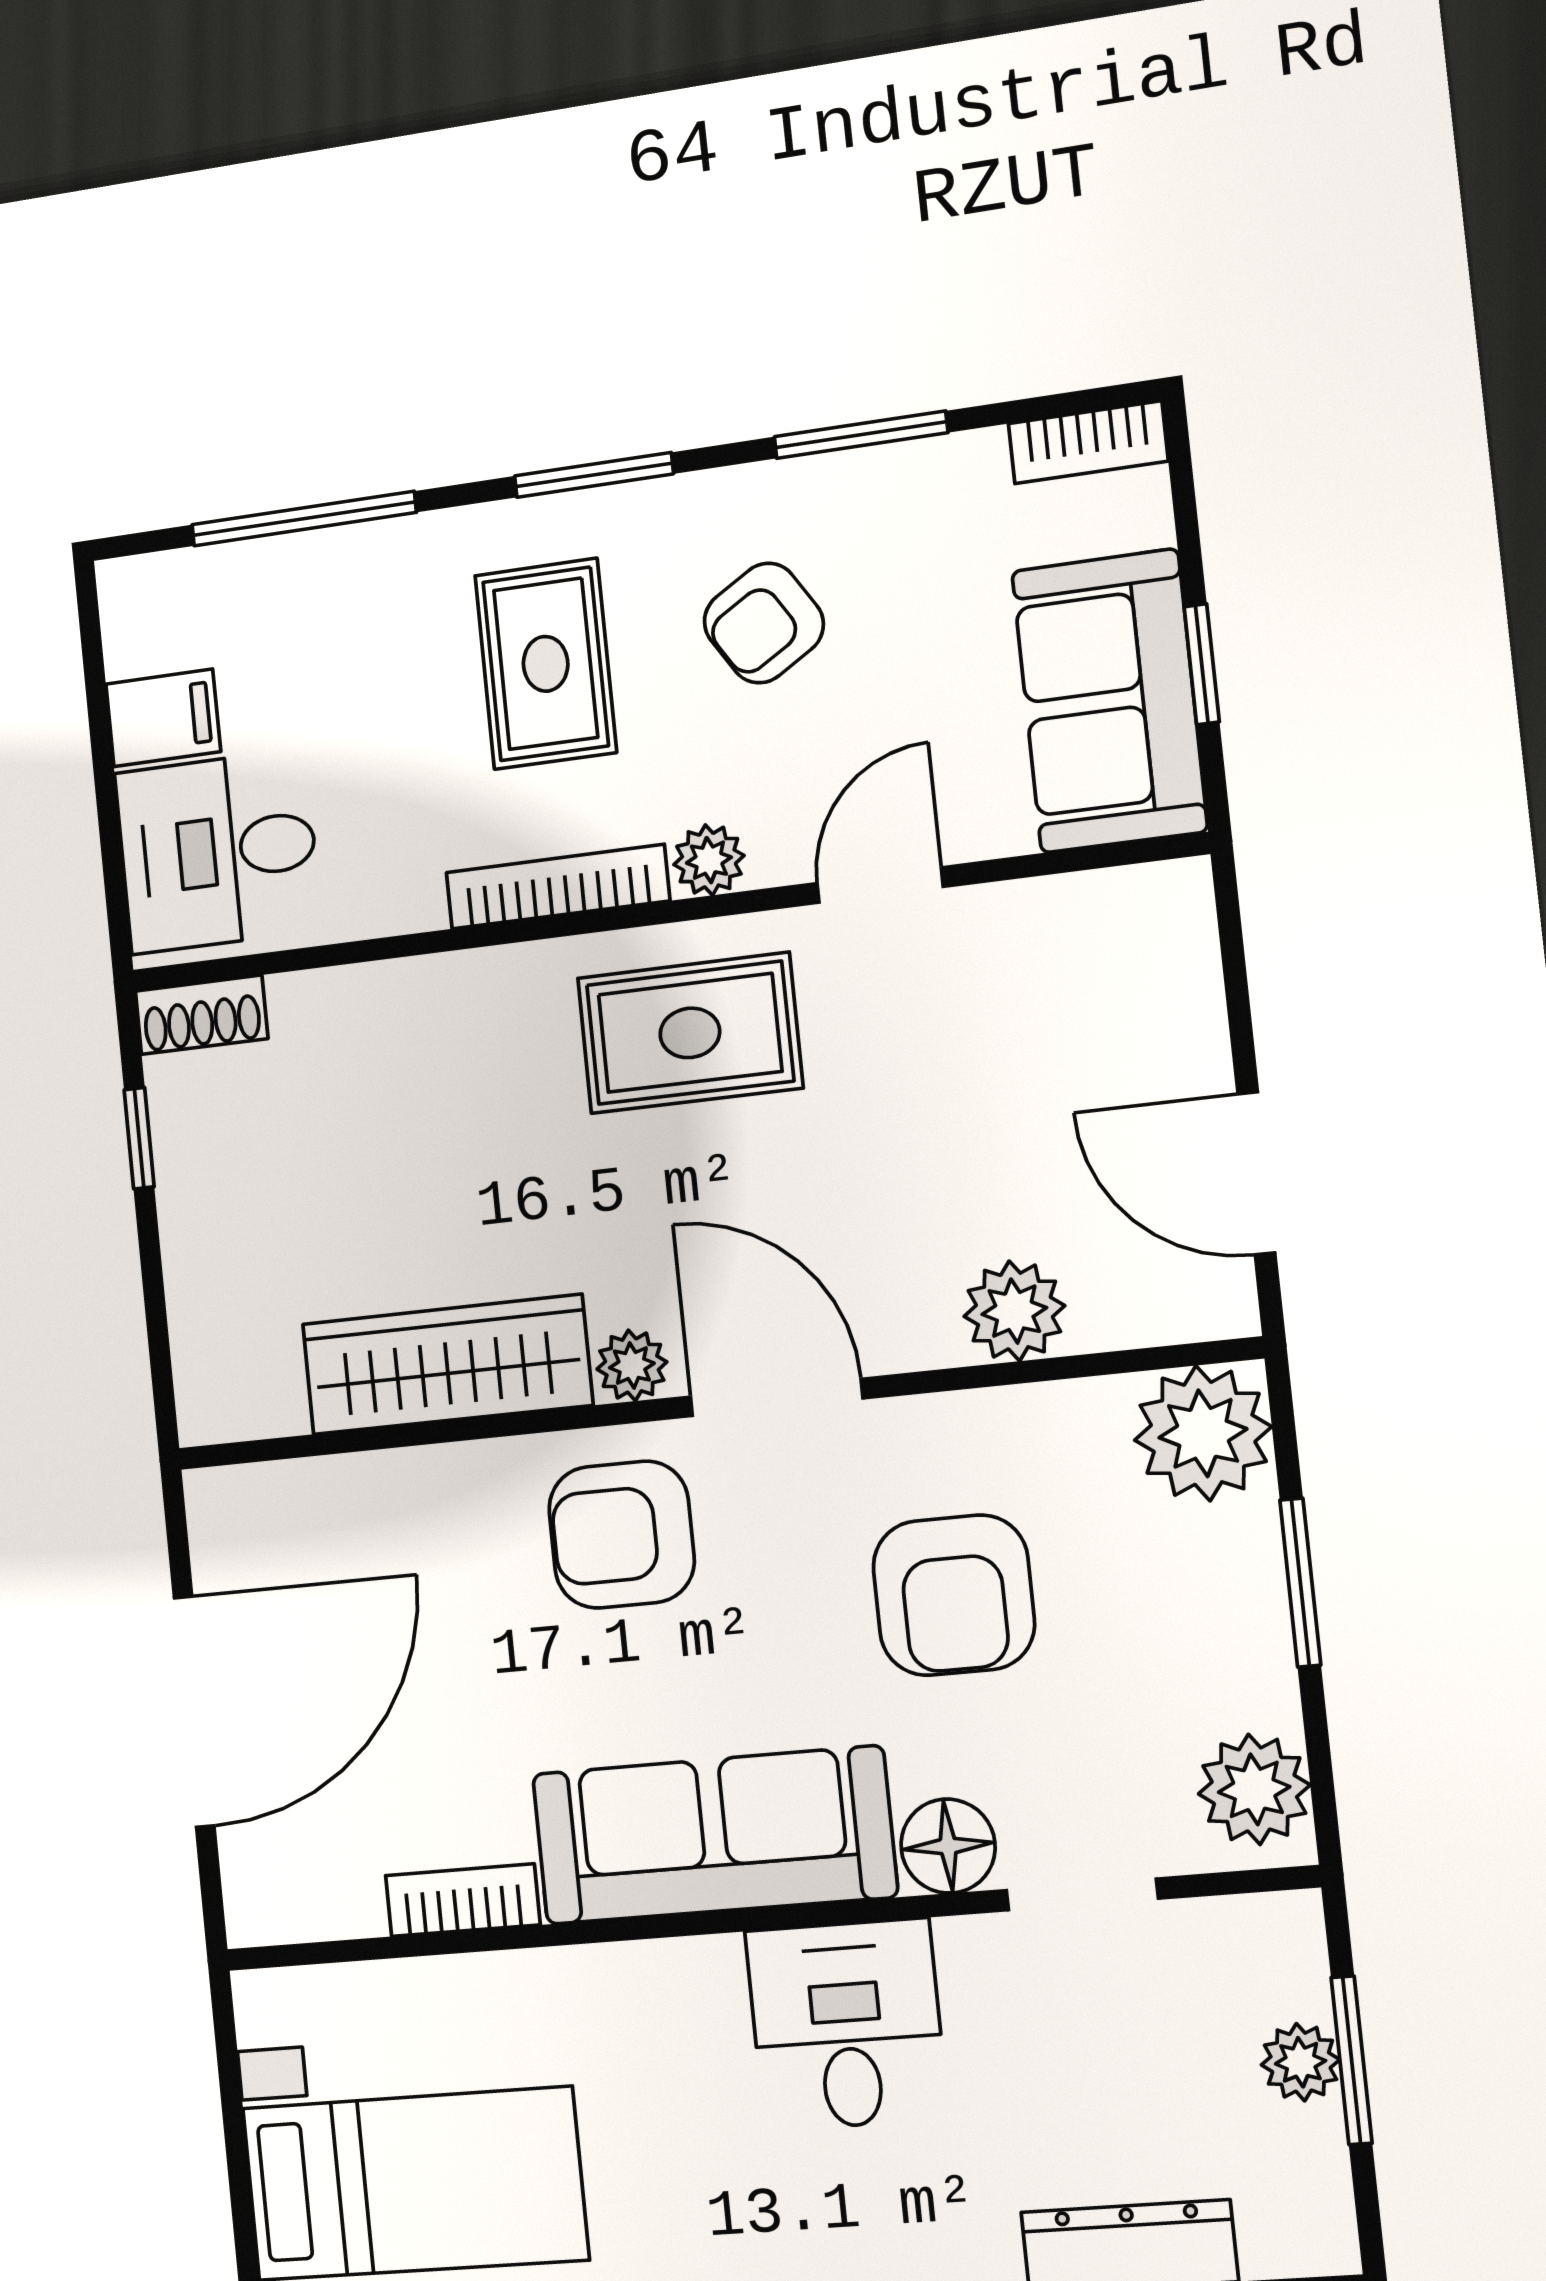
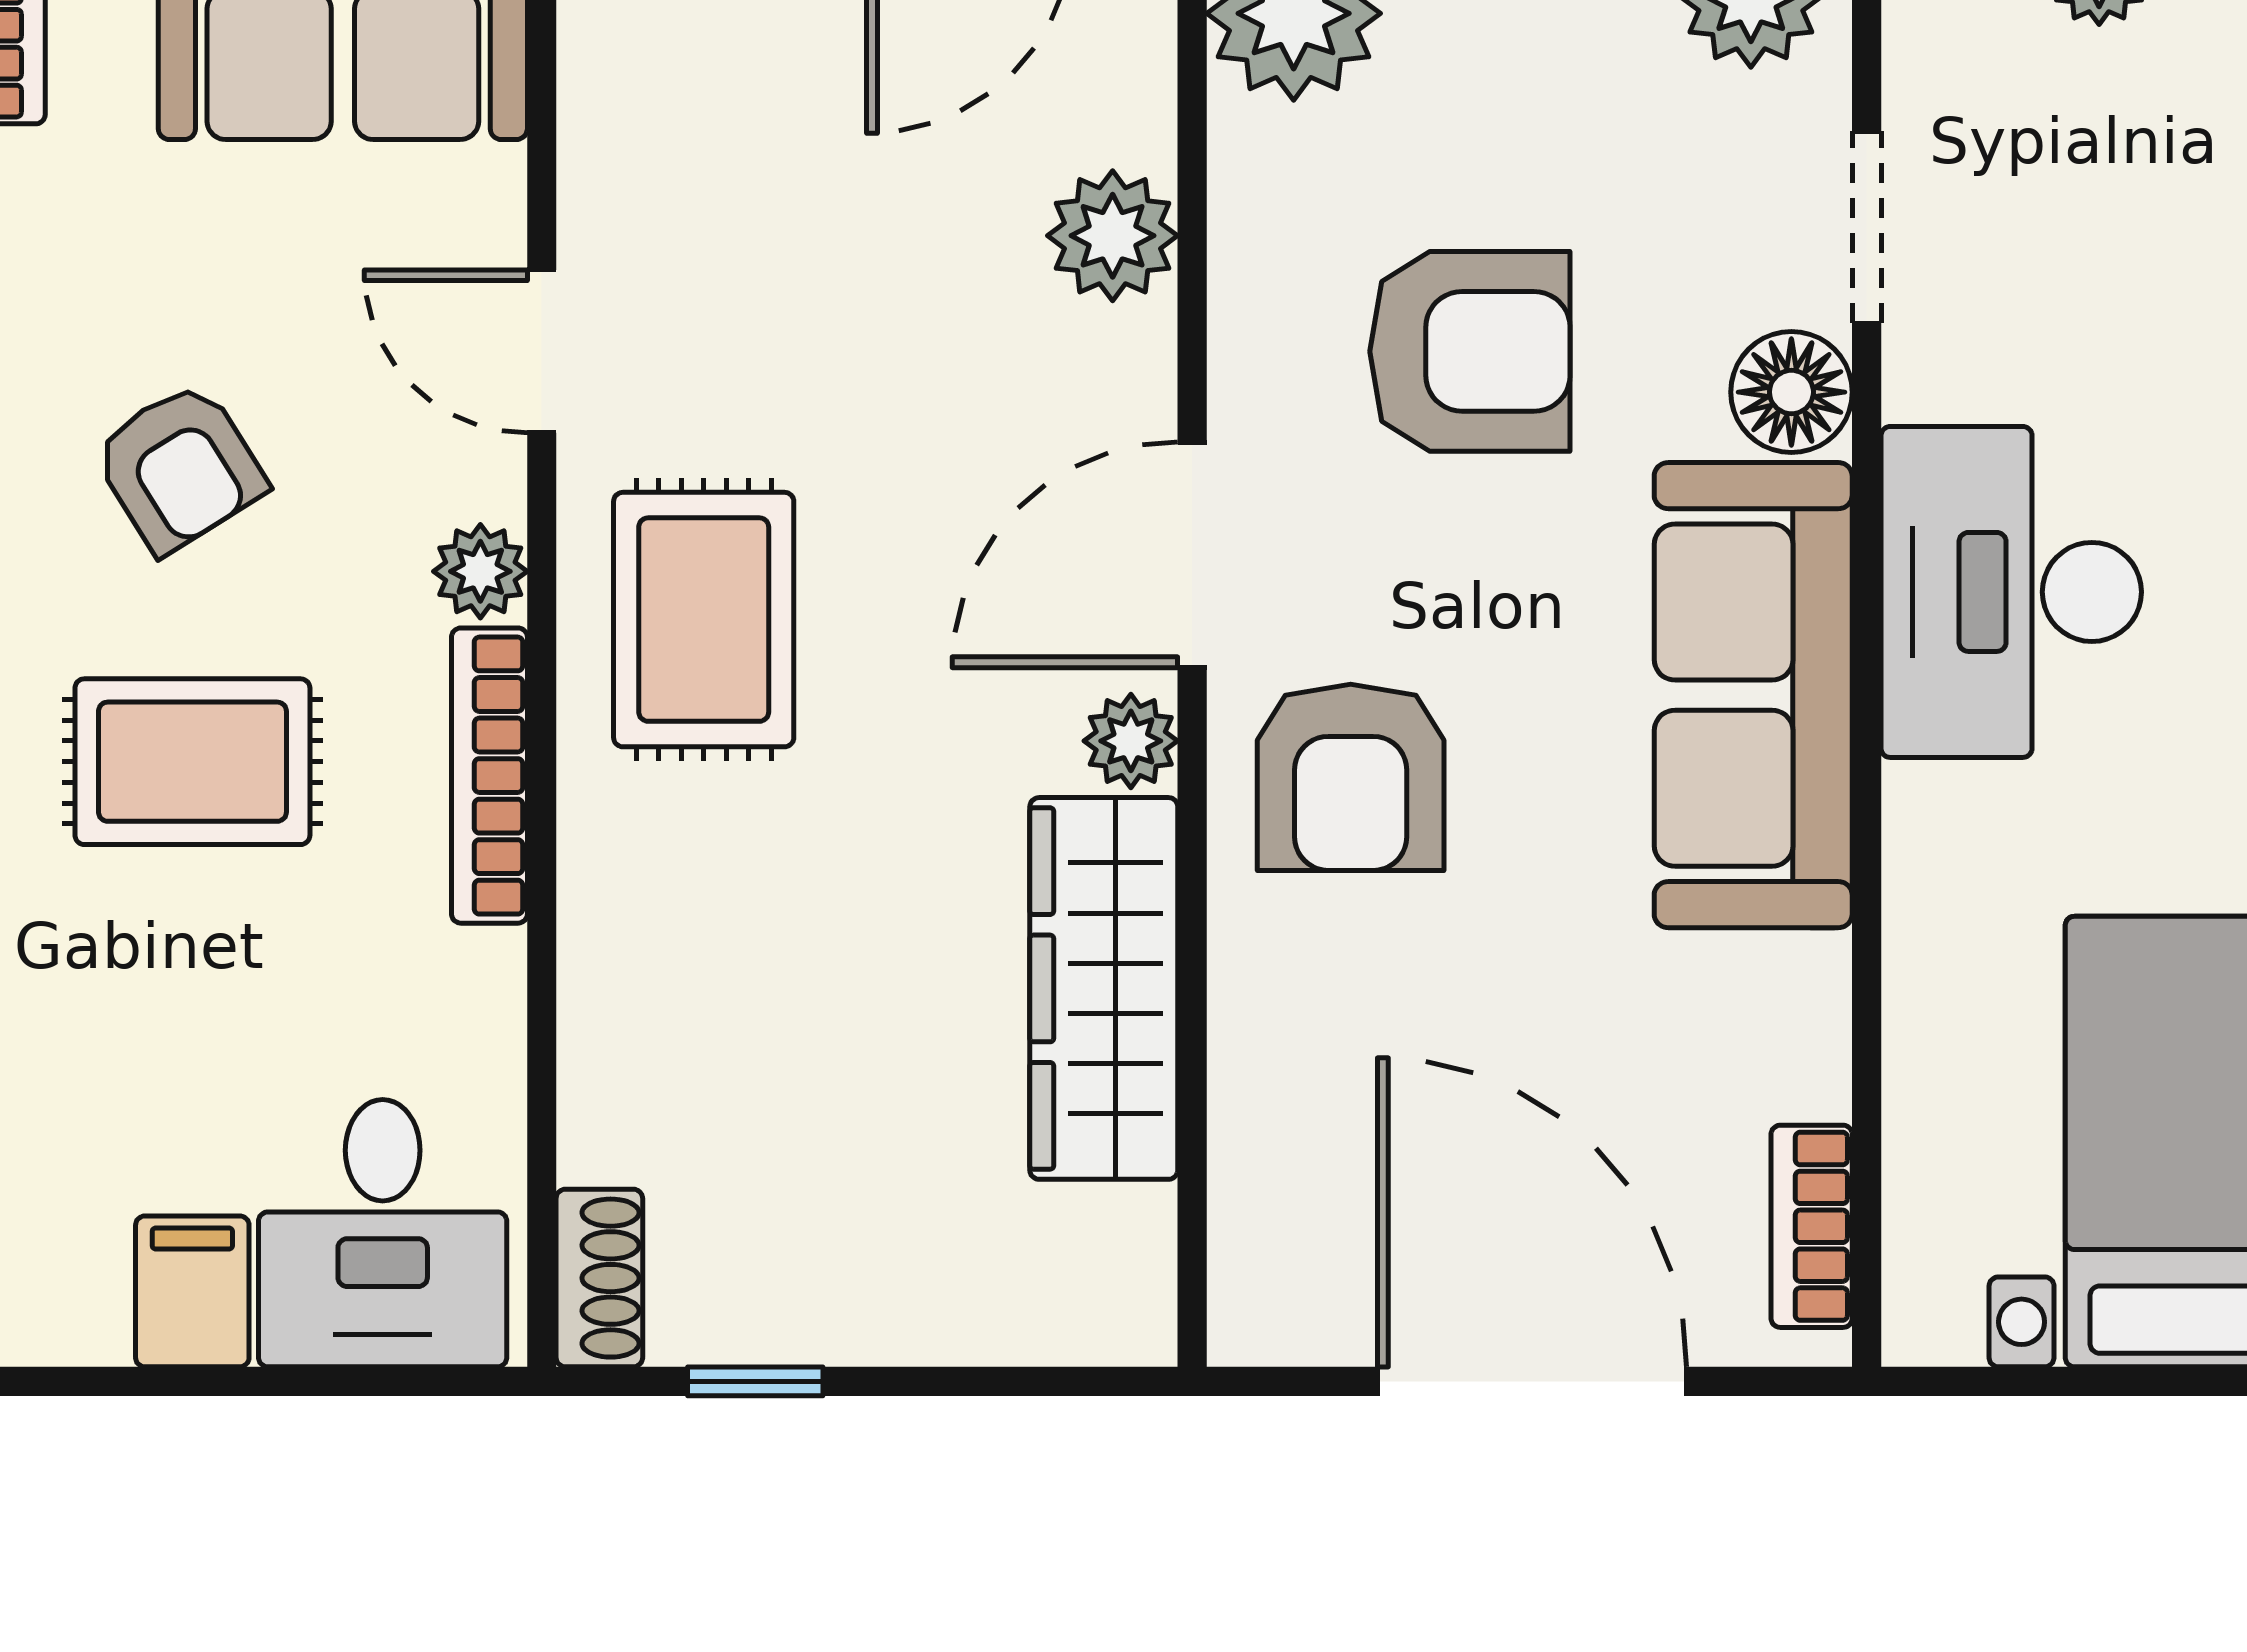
bookcase: (463, 1900) -> (1812, 1226), moved
desk: (847, 2025) -> (2011, 592), width x1.37

